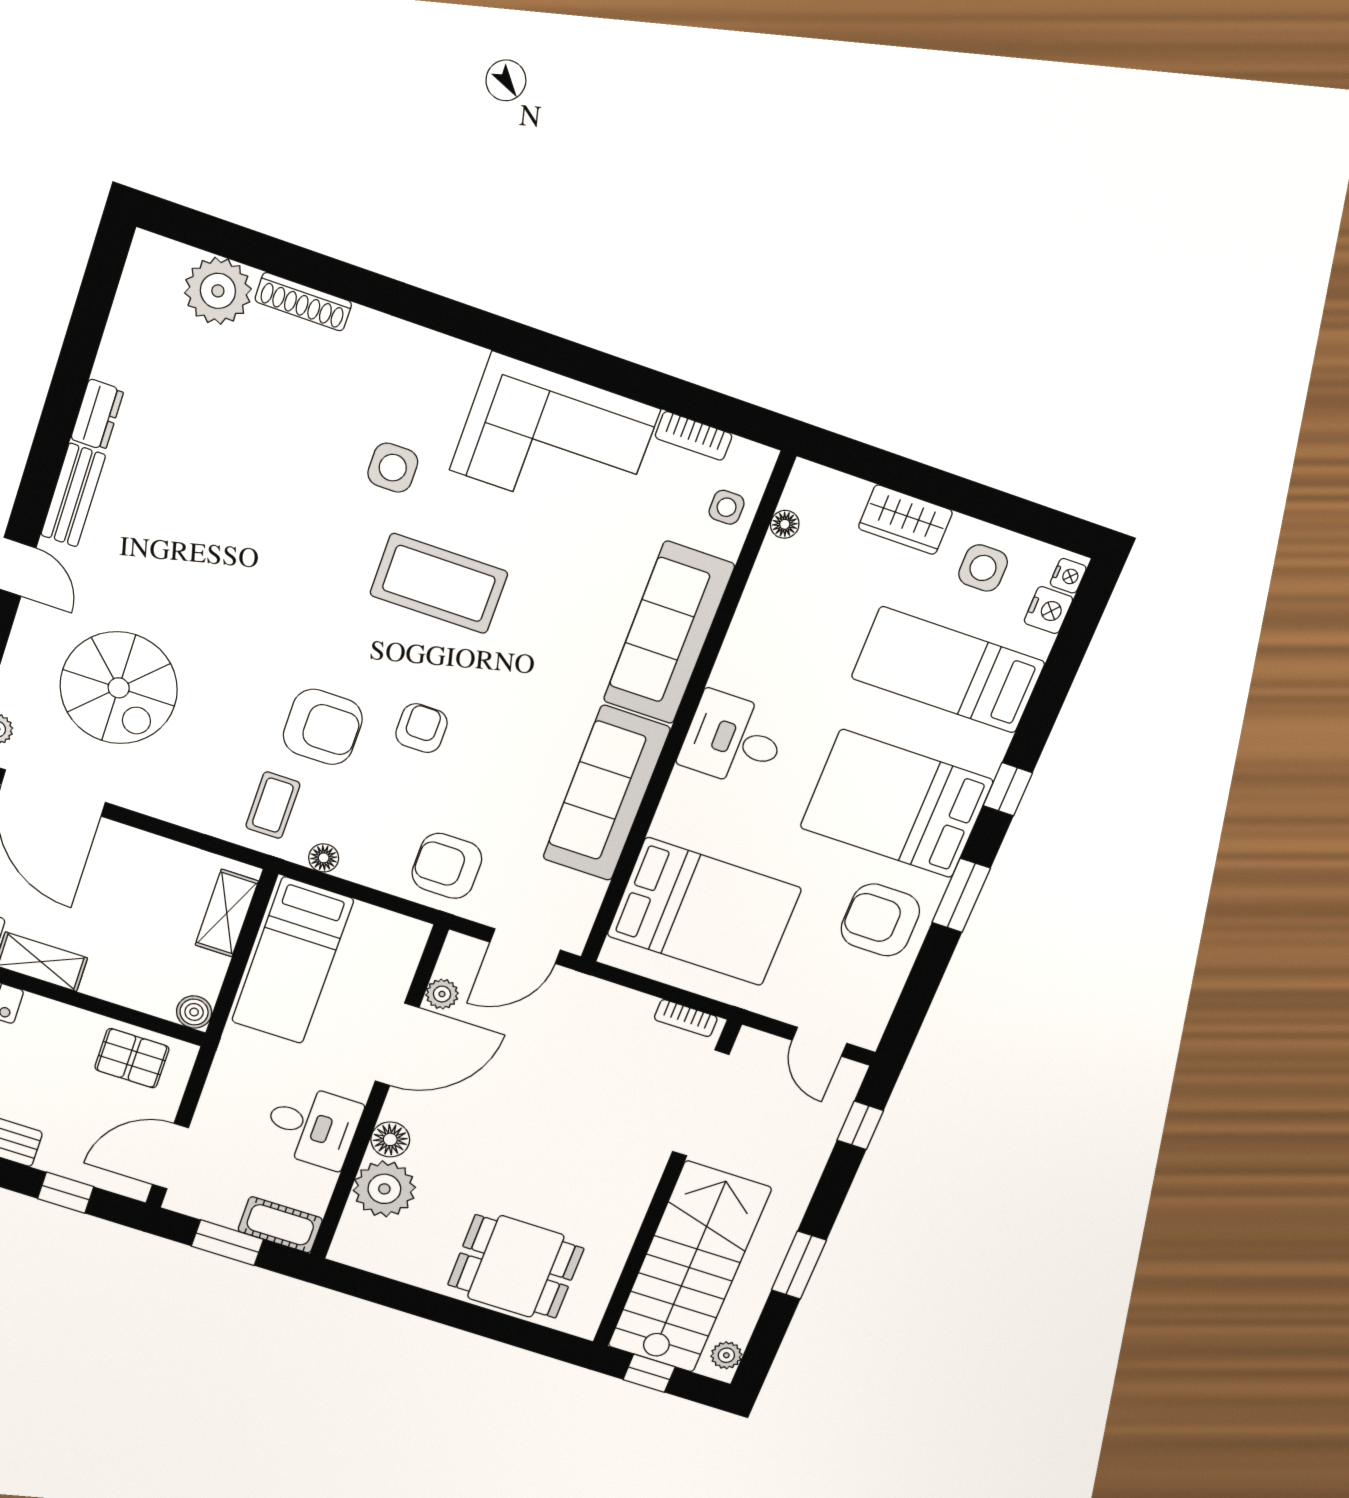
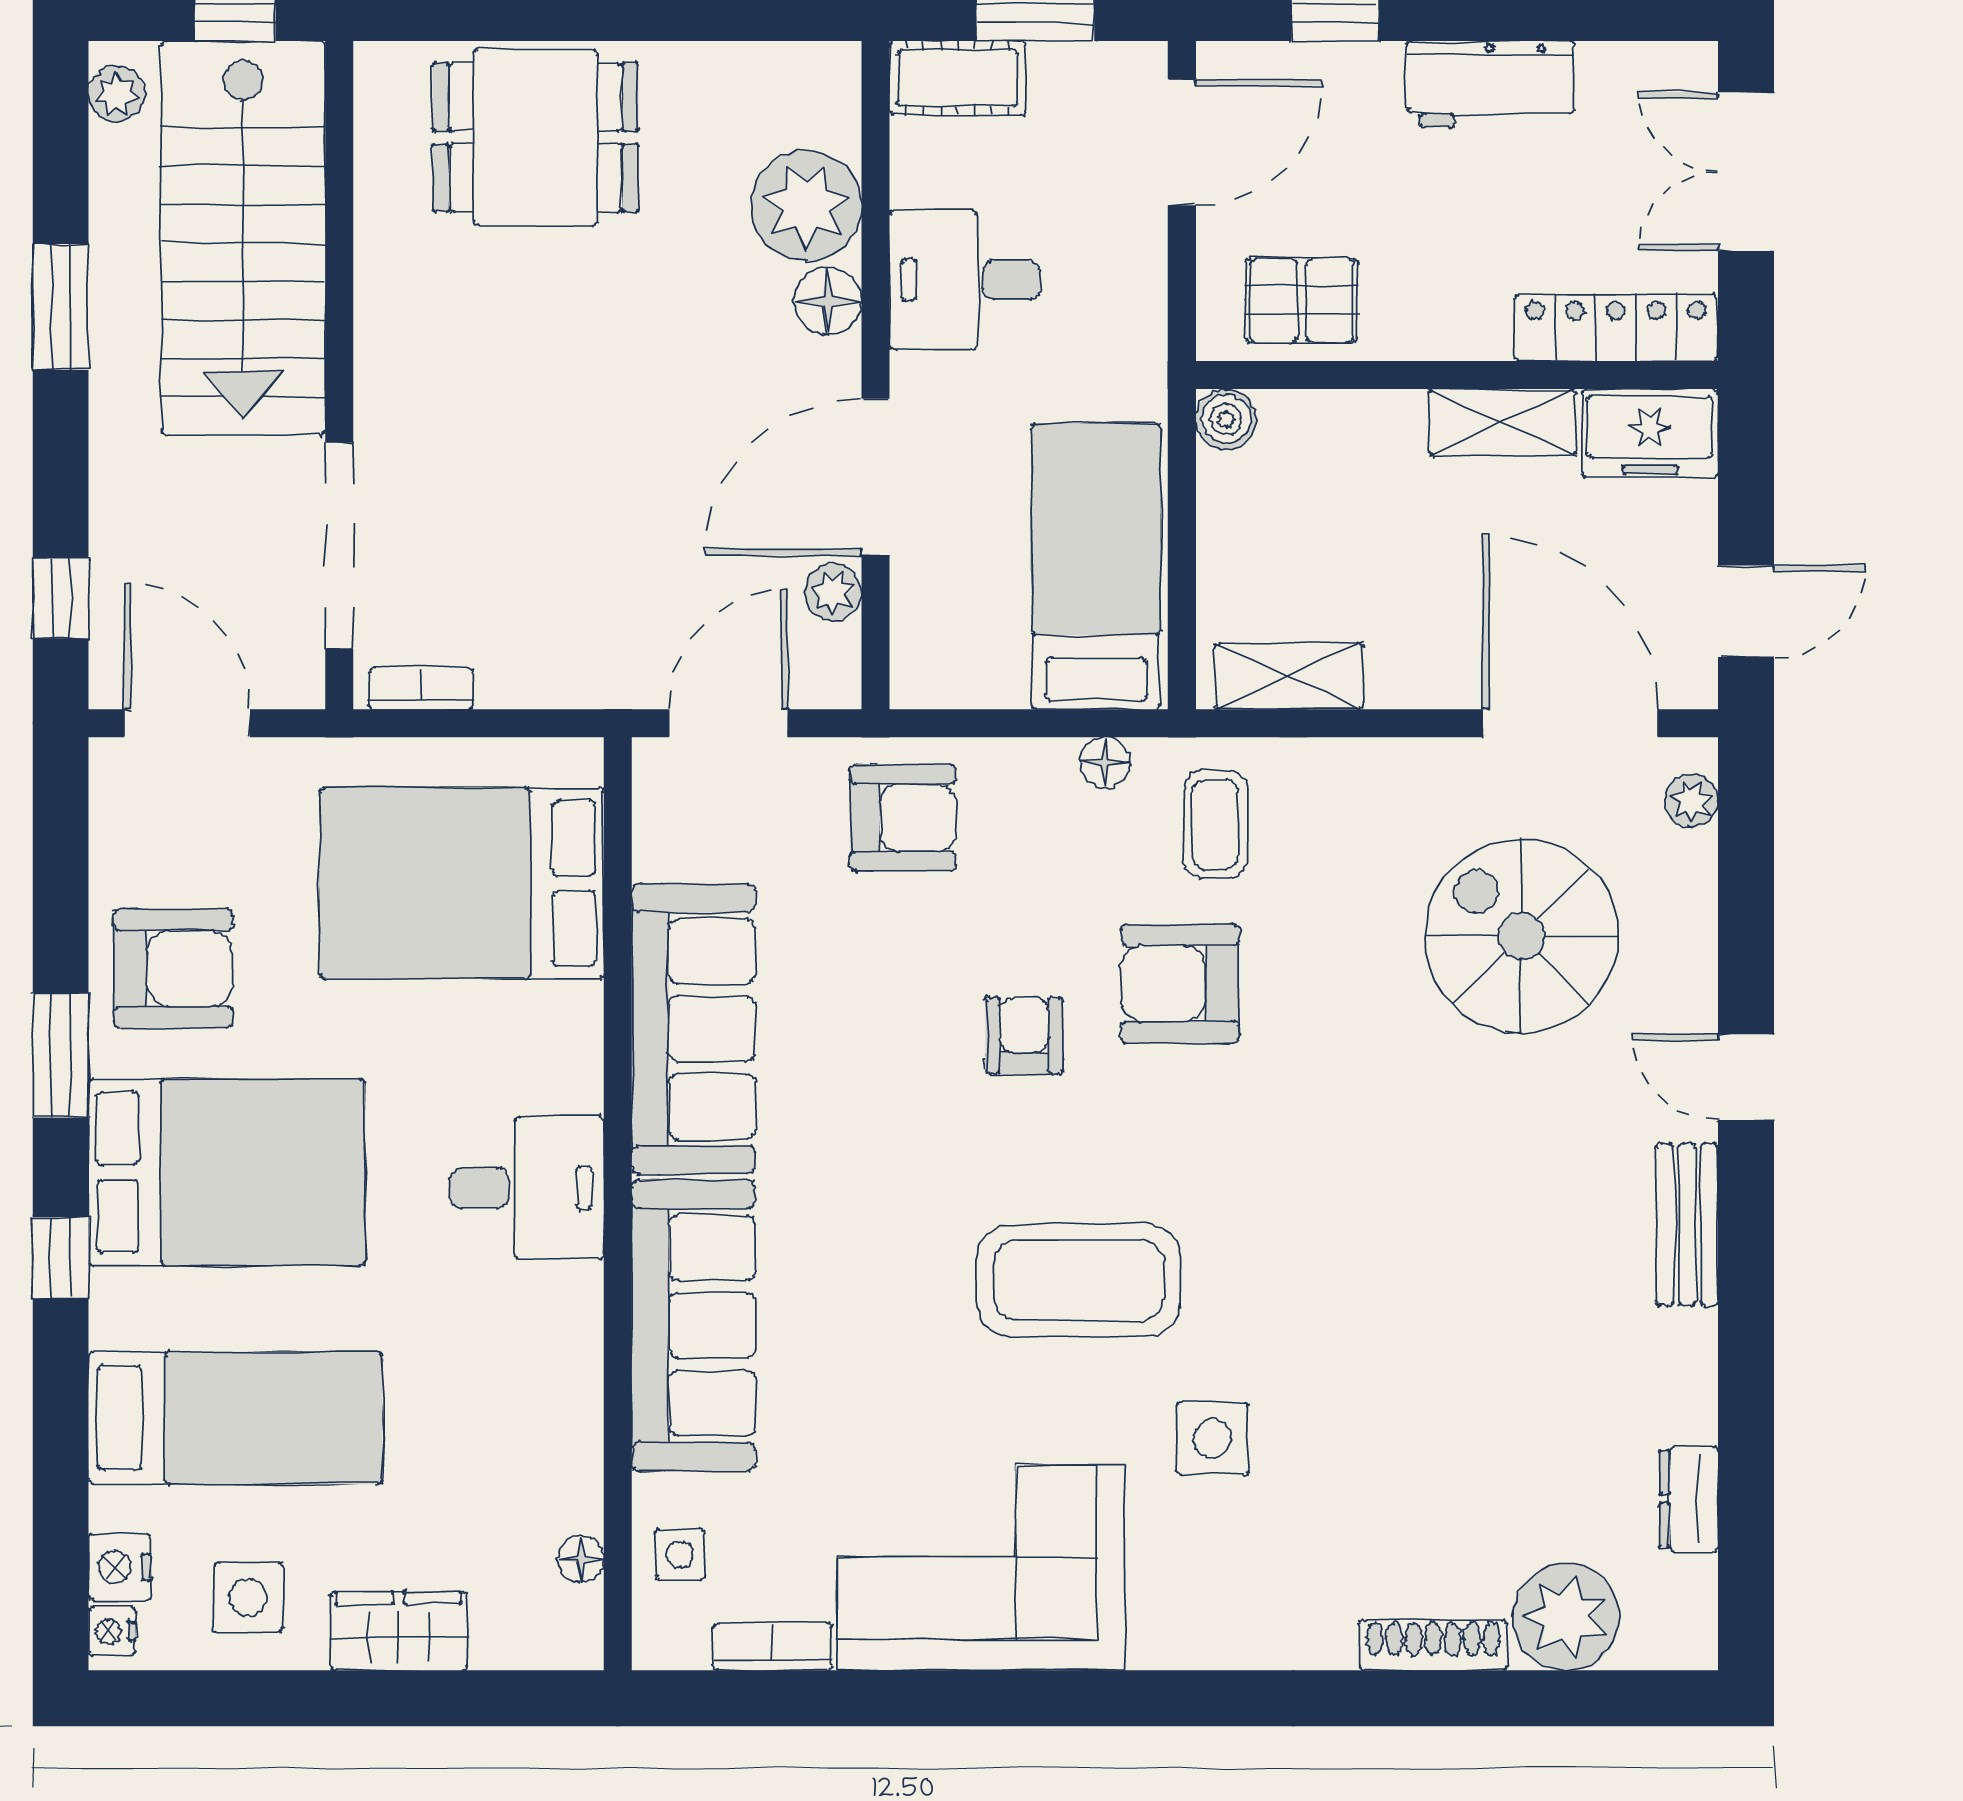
dresser: (97, 415) -> (1689, 1499), moved
armchair: (421, 728) -> (1024, 1035), turned 180
shelving: (227, 913) -> (1289, 676), moved, turned 90
door: (819, 1042) -> (187, 723), width x1.38

